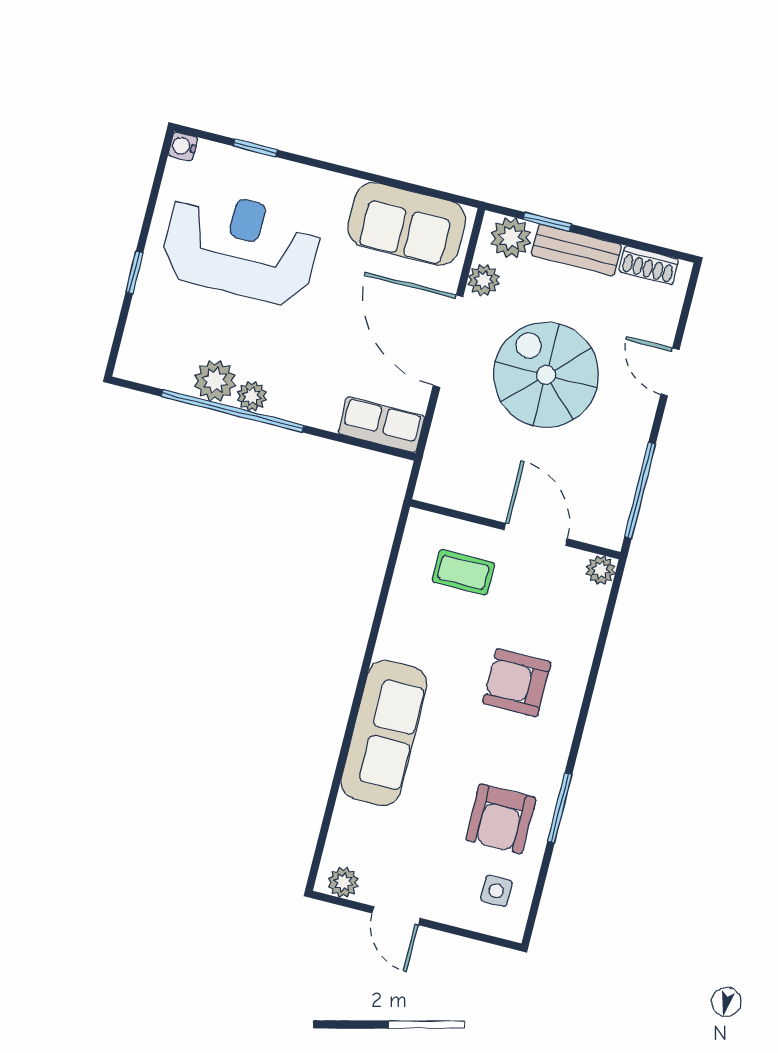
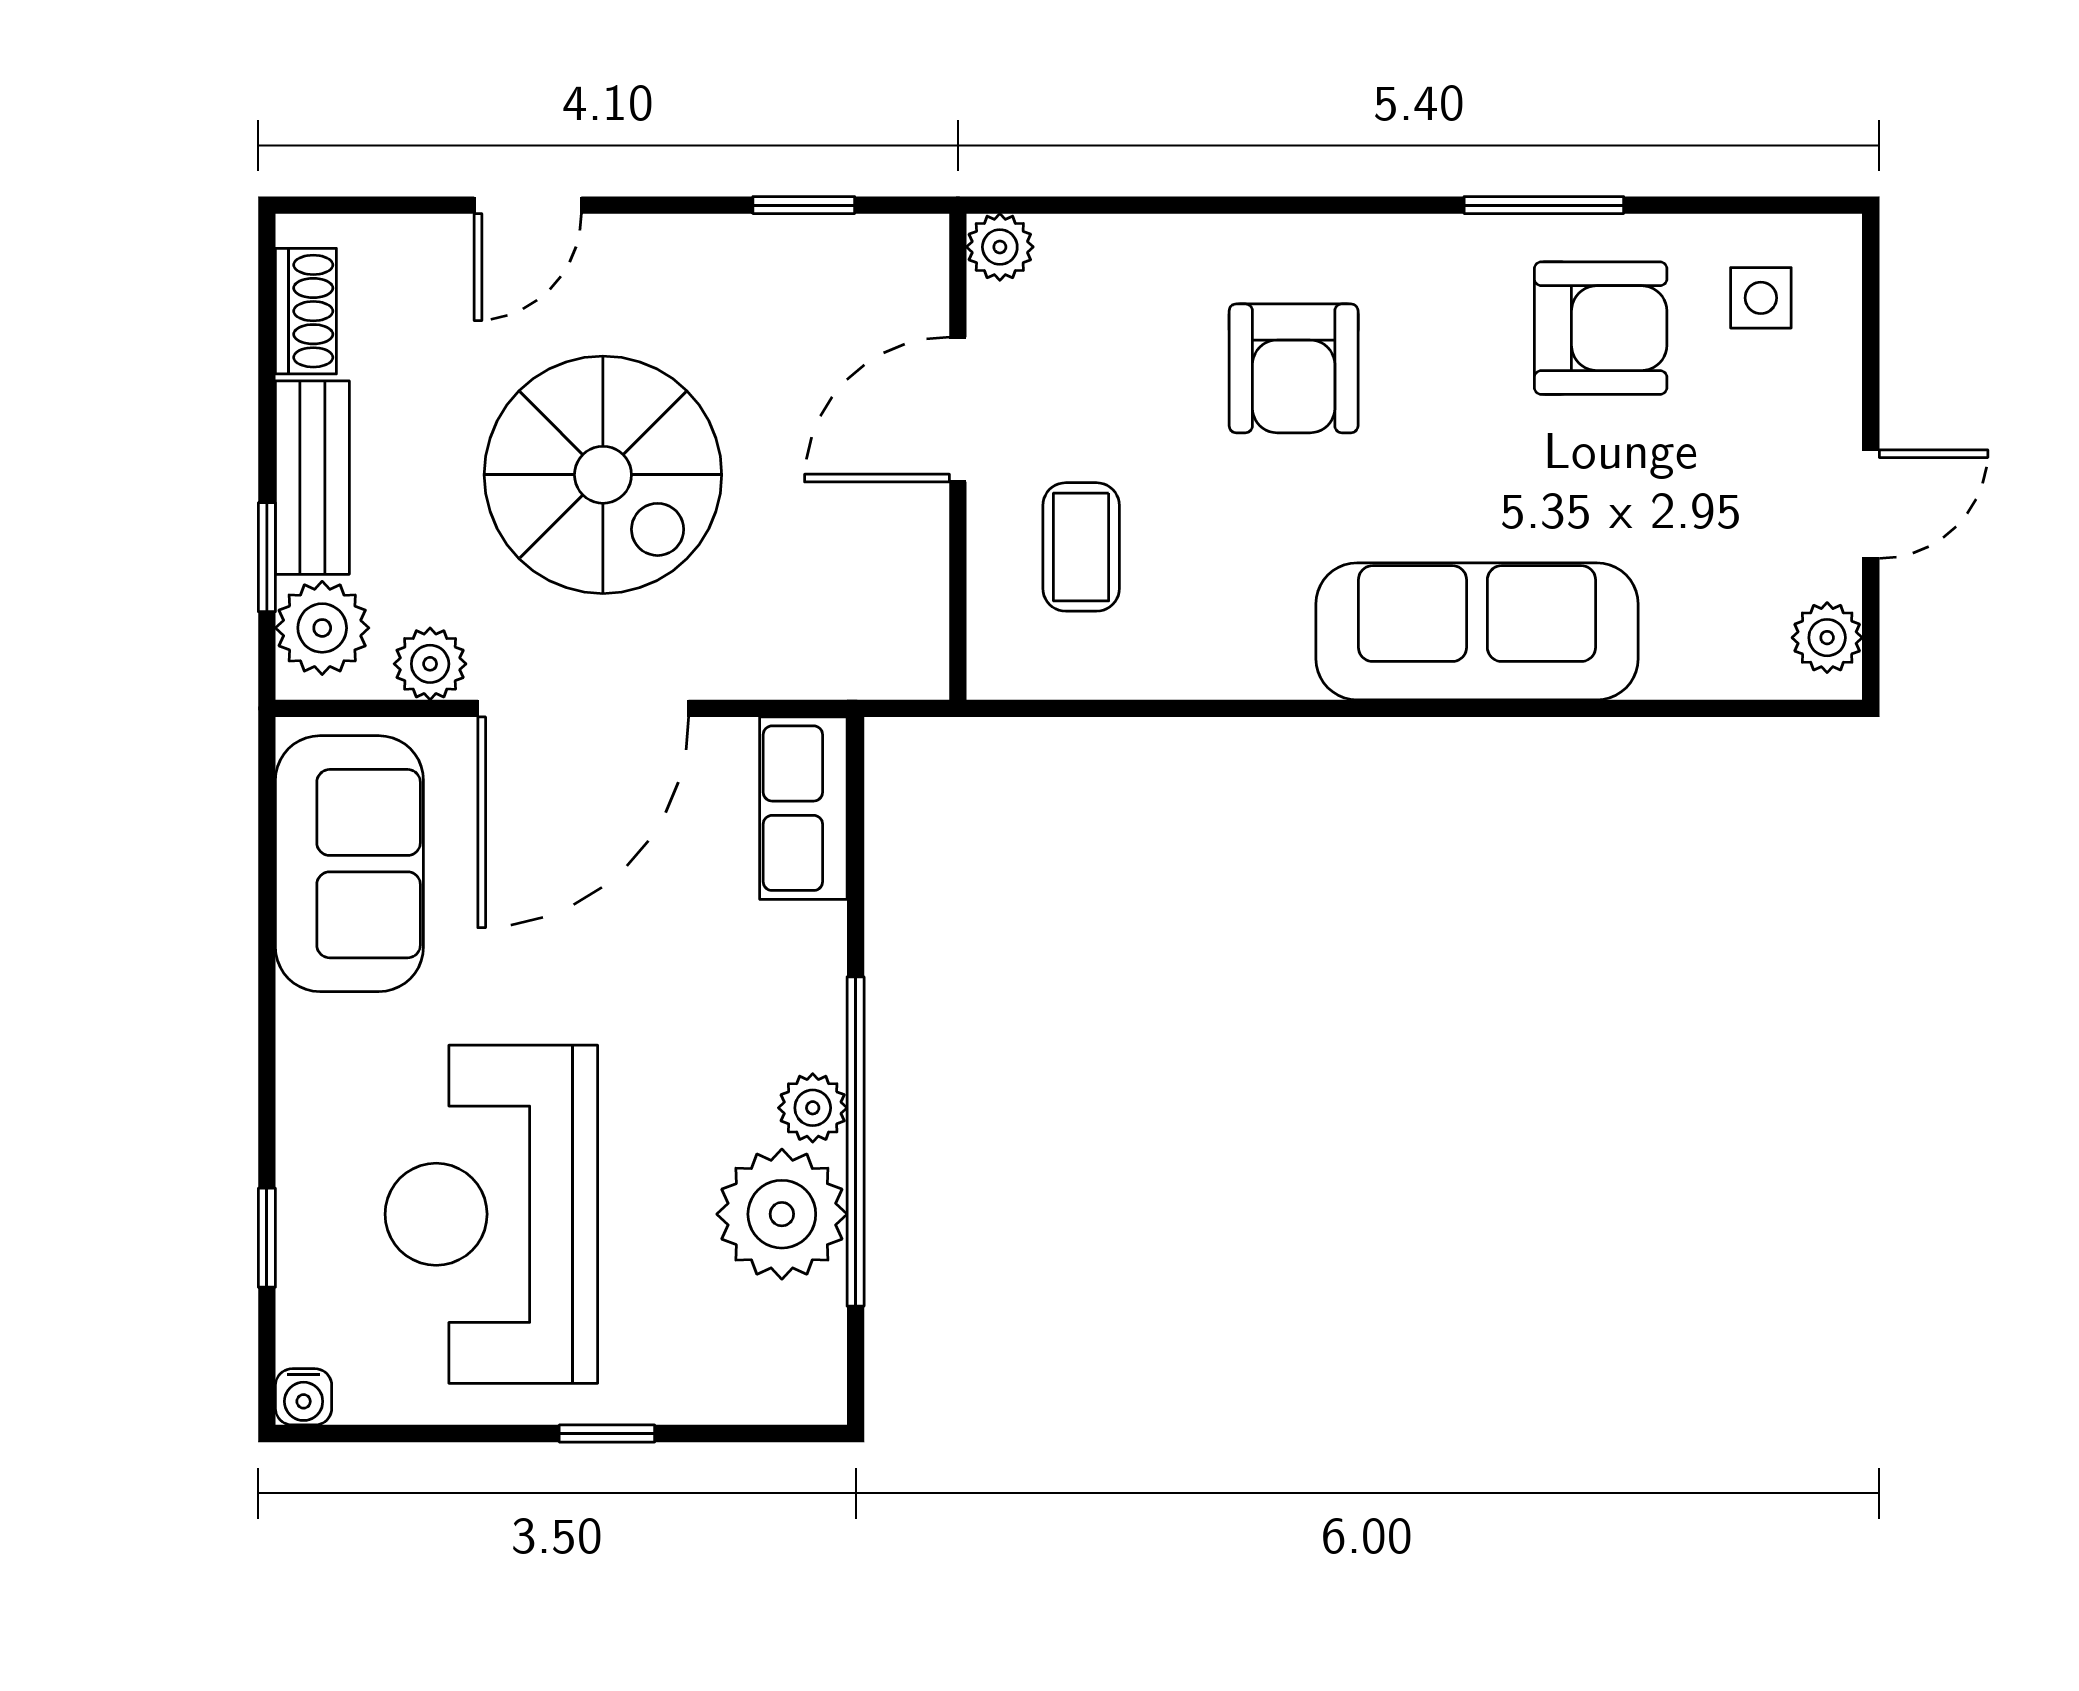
spiral stairs: (546, 375) -> (603, 475), turned -90
plant: (215, 381) -> (782, 1214), width x1.36, depth x1.36
window: (640, 490) -> (804, 205), width x0.46

